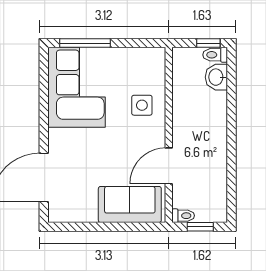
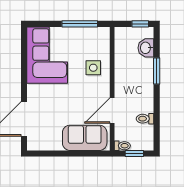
window: (85, 43) -> (80, 24), moved
toilet: (215, 55) -> (145, 119), moved
window: (232, 110) -> (157, 71), added

